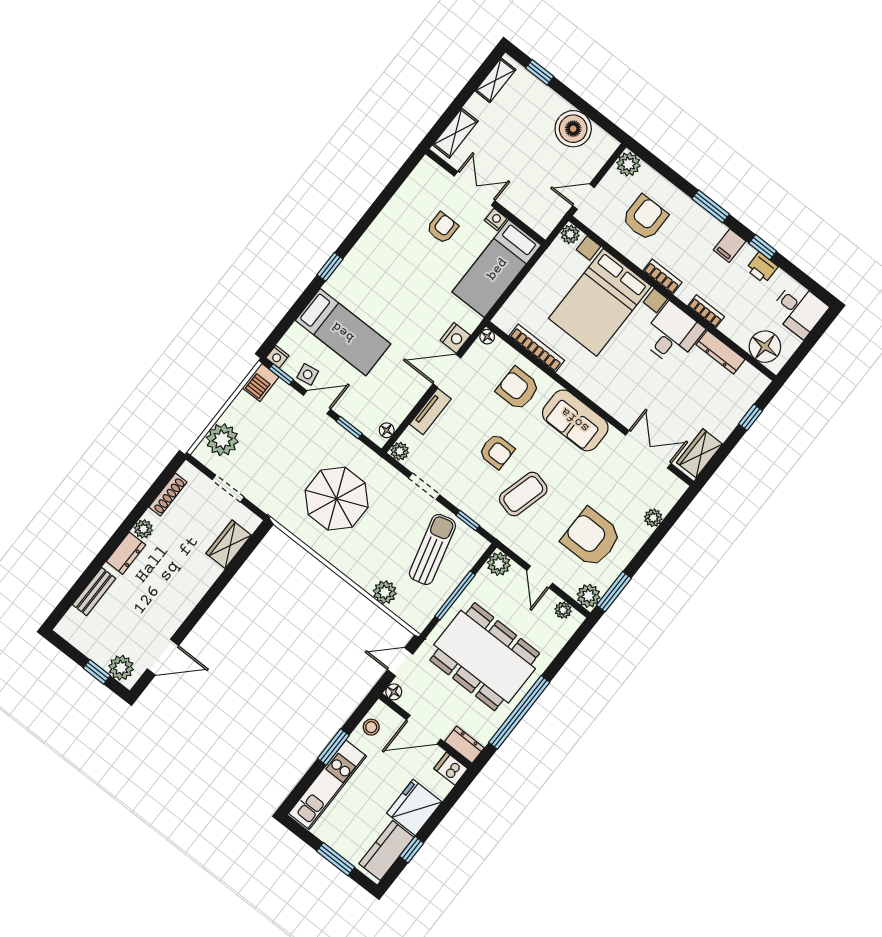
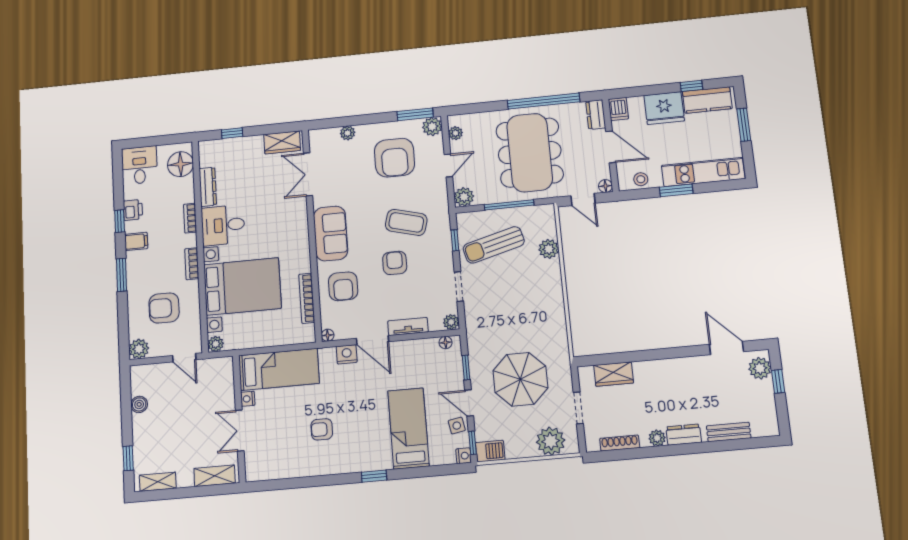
boiler: (573, 129) -> (139, 404), width x0.54, depth x0.54
armchair: (442, 228) -> (322, 429), moved
parasol: (337, 499) -> (520, 379), moved

